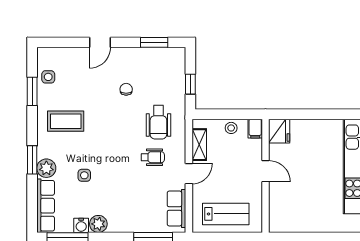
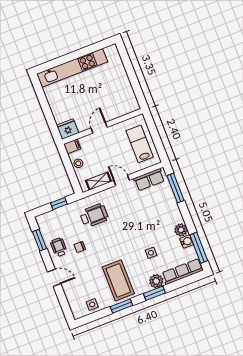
window: (32, 91) -> (121, 306), moved
coffee table: (66, 121) -> (118, 280), width x1.36, depth x1.32
wheelchair: (153, 157) -> (59, 247), moved

